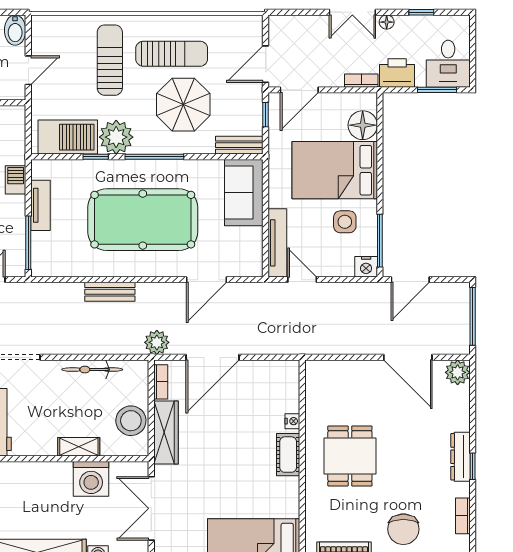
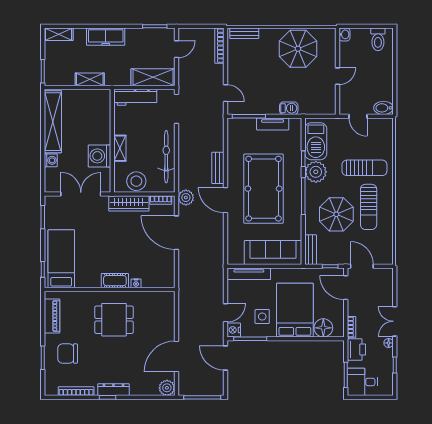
sofa: (244, 193) -> (273, 253), width x1.36
door: (206, 280) -> (226, 200), moved
door: (302, 280) -> (226, 313), moved
bicycle: (92, 370) -> (166, 157), width x1.37, depth x1.40
bookcase: (463, 516) -> (76, 391), width x1.56

